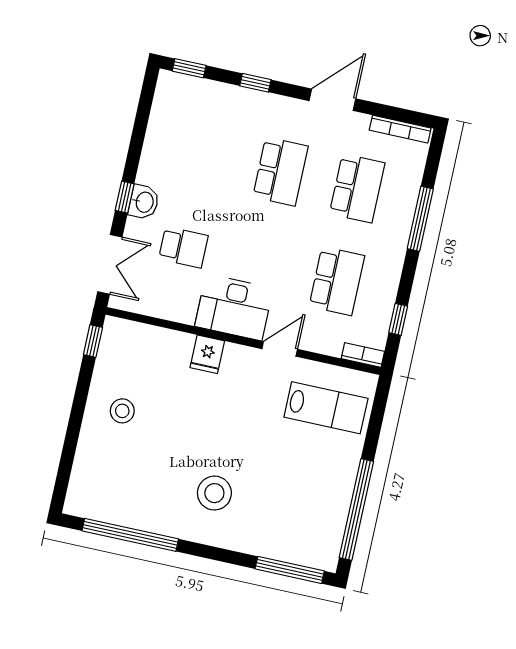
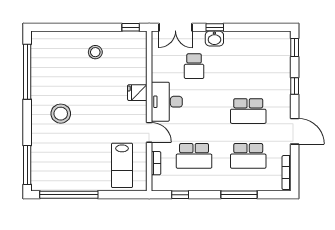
bookcase: (363, 355) -> (156, 163), moved

